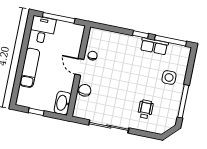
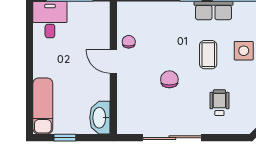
exam couch: (30, 68) -> (43, 106), moved
coffee table: (144, 75) -> (208, 55), added
chair: (85, 90) -> (169, 79), moved

